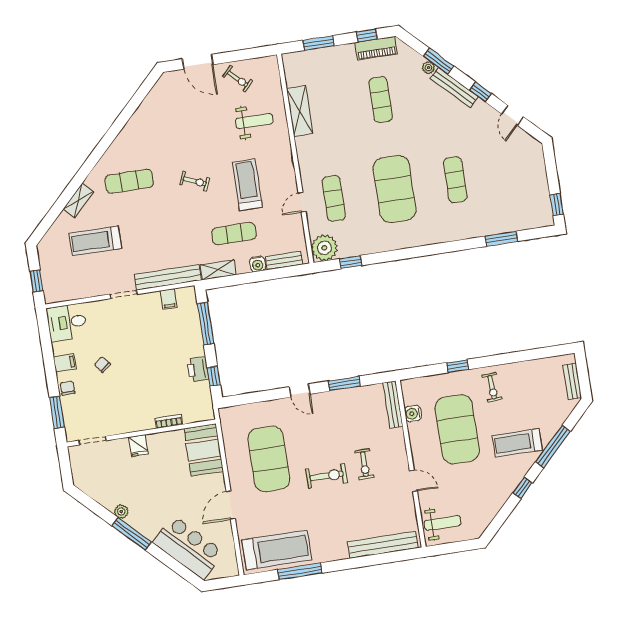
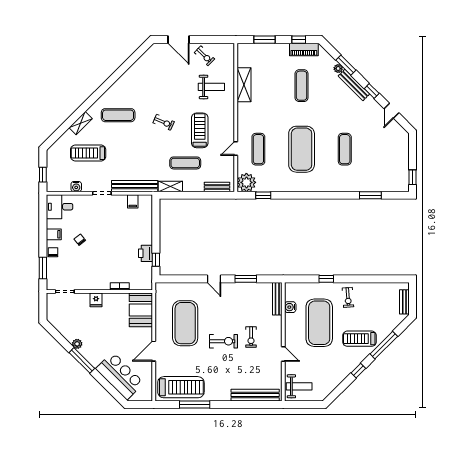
water cooler: (258, 264) -> (76, 187), moved
window: (206, 324) -> (156, 222), removed

